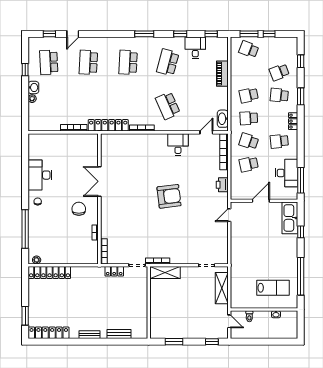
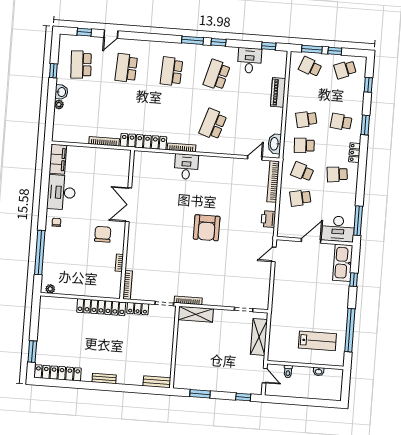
window: (180, 34) -> (219, 42), moved
school desk: (279, 72) -> (345, 69), moved
school desk: (168, 106) -> (213, 124), turned 42
desk: (178, 144) -> (186, 167), moved
filing cabinet: (35, 146) -> (58, 159), added
desk: (287, 173) -> (338, 229), moved, turned 90
armchair: (169, 196) -> (207, 228), turned 97
locker: (50, 272) -> (101, 307), moved
bench: (119, 334) -> (157, 382), moved

